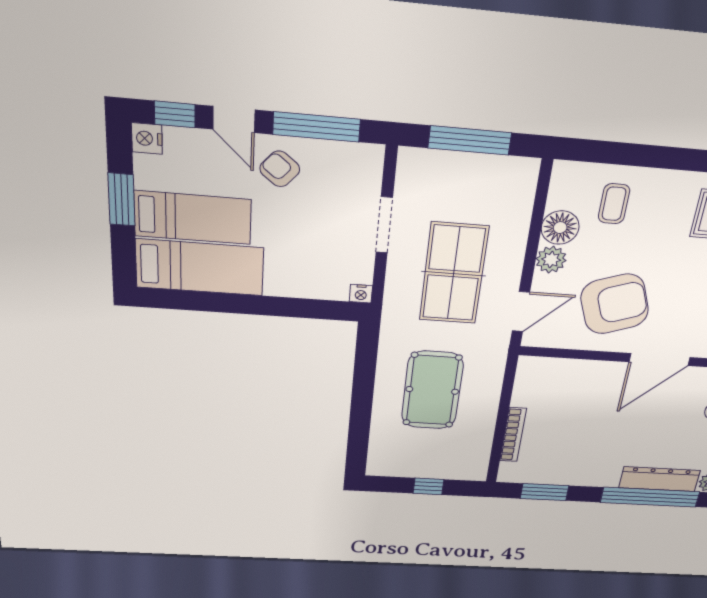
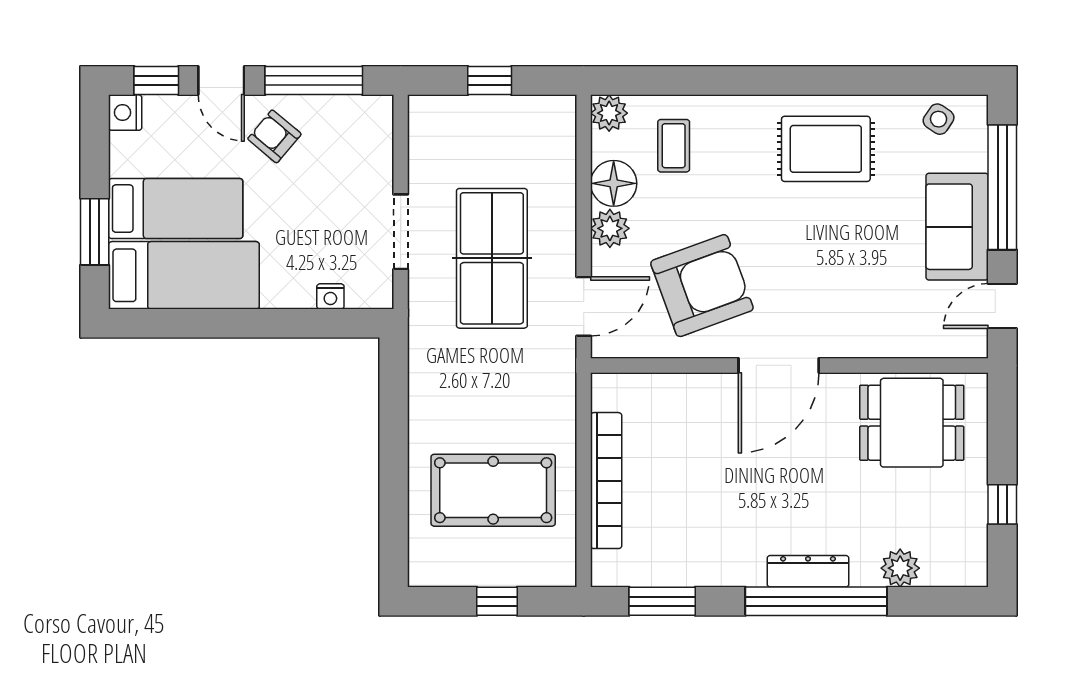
window: (470, 140) -> (490, 81), width x0.46
plant: (566, 175) -> (609, 113), added
window: (122, 200) -> (95, 232), moved
doorway: (384, 225) -> (401, 232), moved
nightstand: (361, 294) -> (330, 296), moved
pool table: (432, 390) -> (493, 490), moved, turned 90
bookcase: (513, 435) -> (606, 481), width x1.48, depth x1.31
dresser: (660, 479) -> (808, 571), width x0.73, depth x0.80

